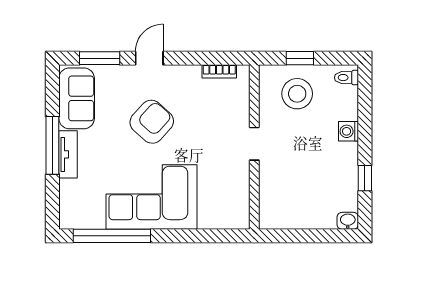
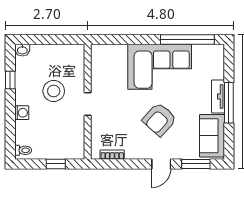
stool: (297, 94) -> (54, 91), moved

